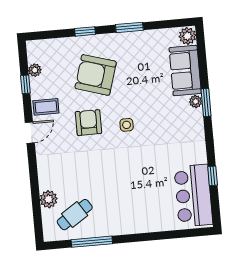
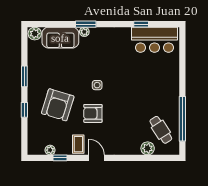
window: (92, 242) -> (182, 119), width x1.46

